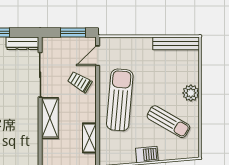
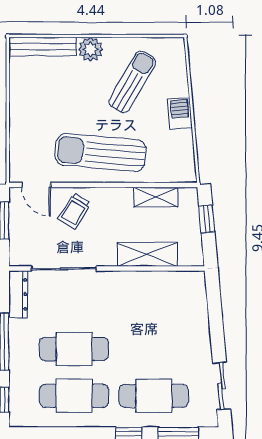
bench: (176, 43) -> (43, 46), moved, turned 90
shelving: (50, 118) -> (147, 254), moved

